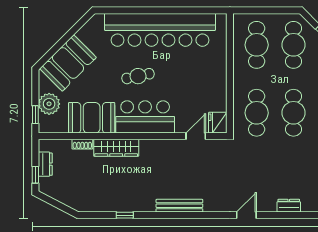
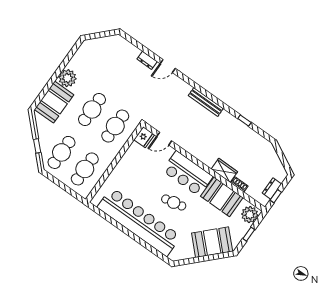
plant: (49, 104) -> (250, 215), moved
window: (35, 115) -> (249, 234), moved
wardrobe: (116, 148) -> (224, 170), width x0.67
window: (35, 175) -> (276, 196), moved
dresser: (289, 206) -> (147, 60), moved

